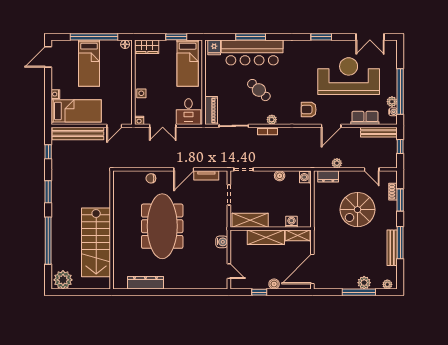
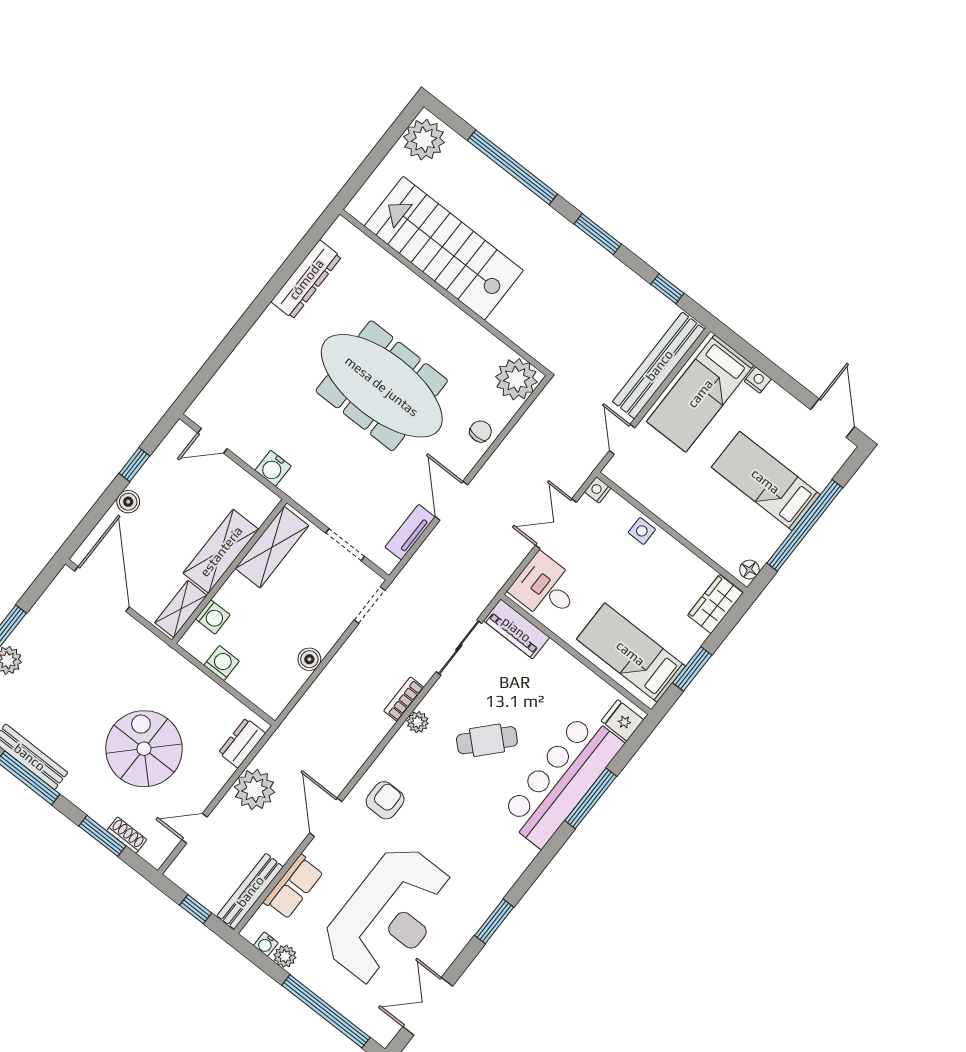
window: (400, 92) -> (326, 1011), moved
plant: (337, 163) -> (255, 790), width x1.88, depth x1.88
washing machine: (305, 177) -> (222, 663), moved
plant: (122, 180) -> (516, 379), added

